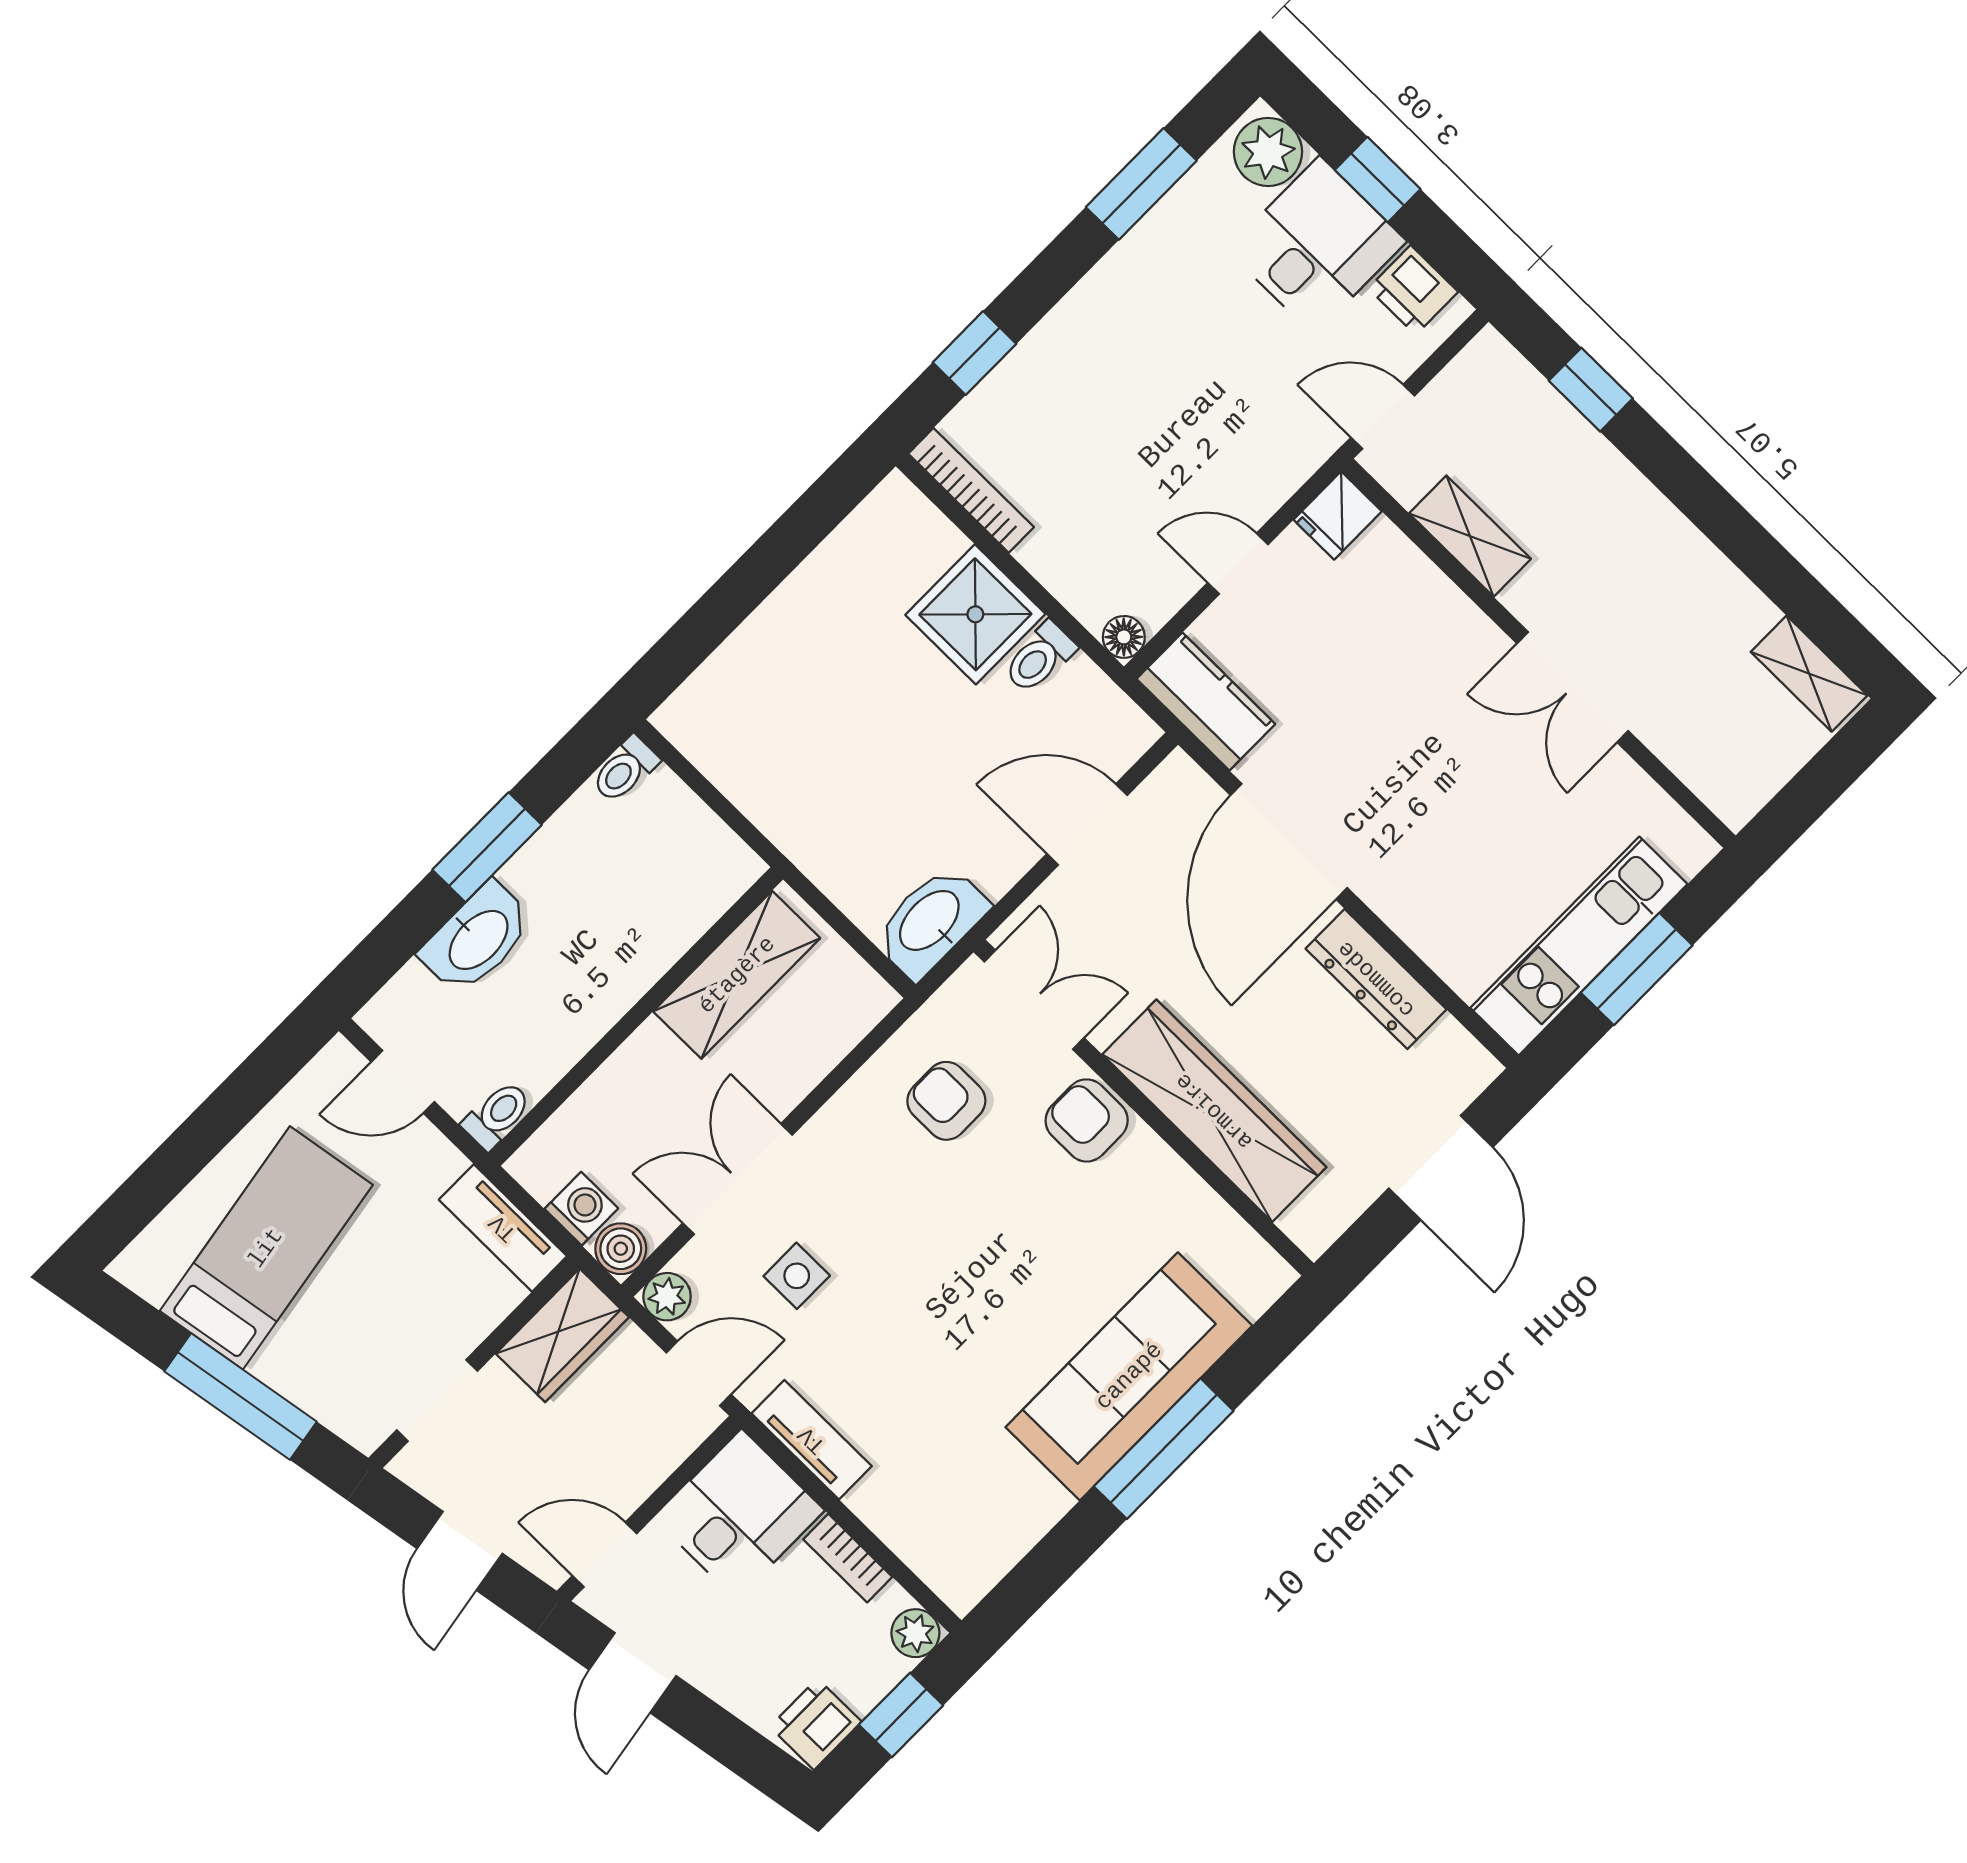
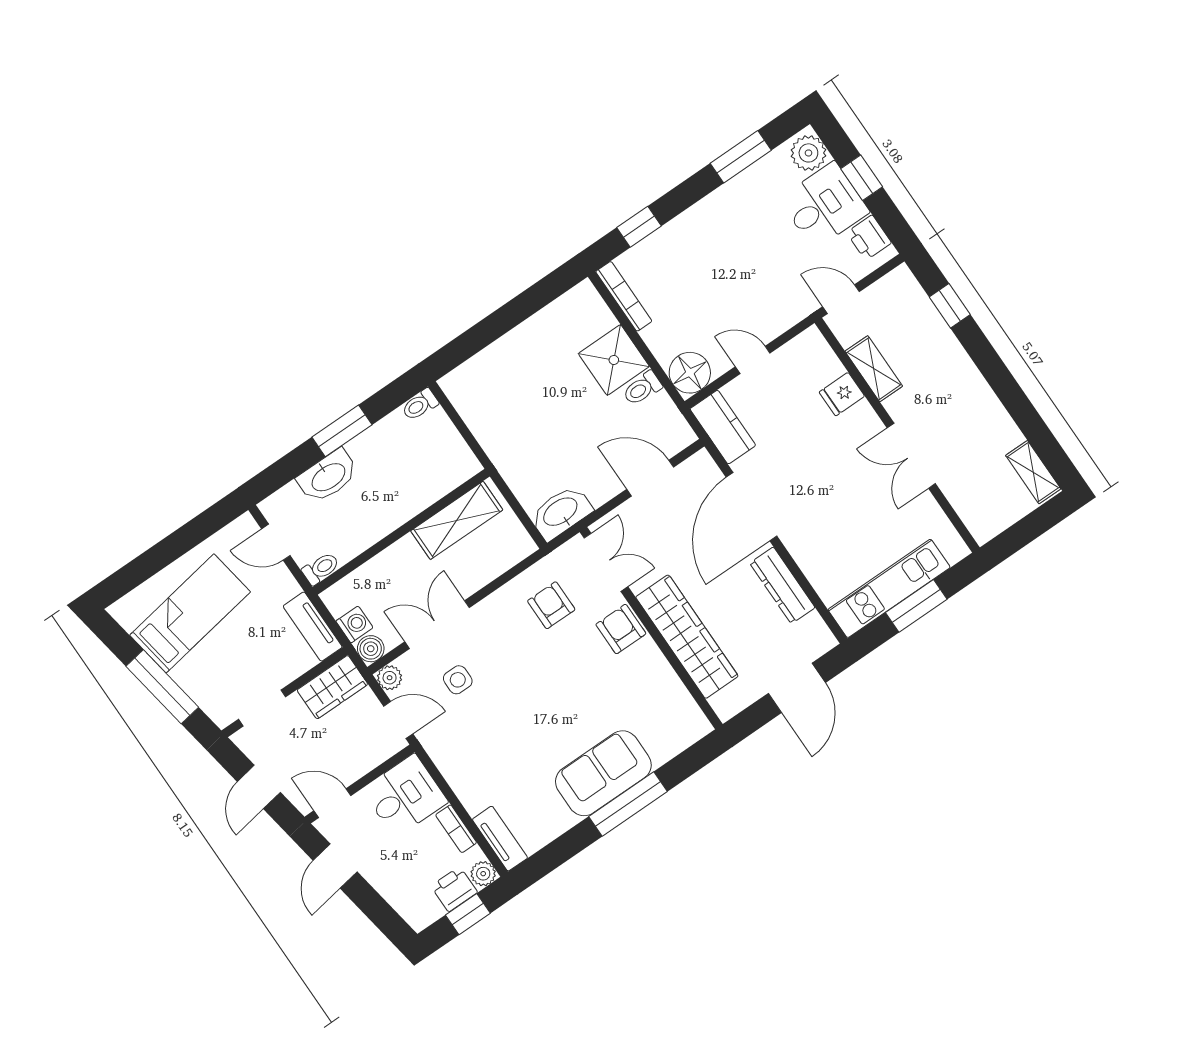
fridge: (1338, 516) -> (842, 394), moved
floor lamp: (1124, 637) -> (690, 373), width x1.89, depth x1.89
sofa: (1129, 1376) -> (603, 773), width x0.73
tv unit: (812, 1440) -> (500, 839), moved
printer: (816, 1724) -> (454, 889), moved

